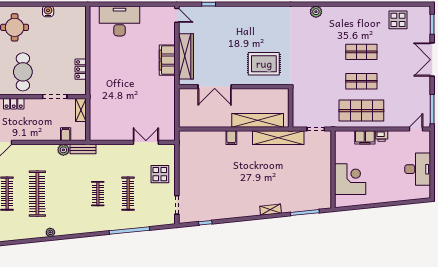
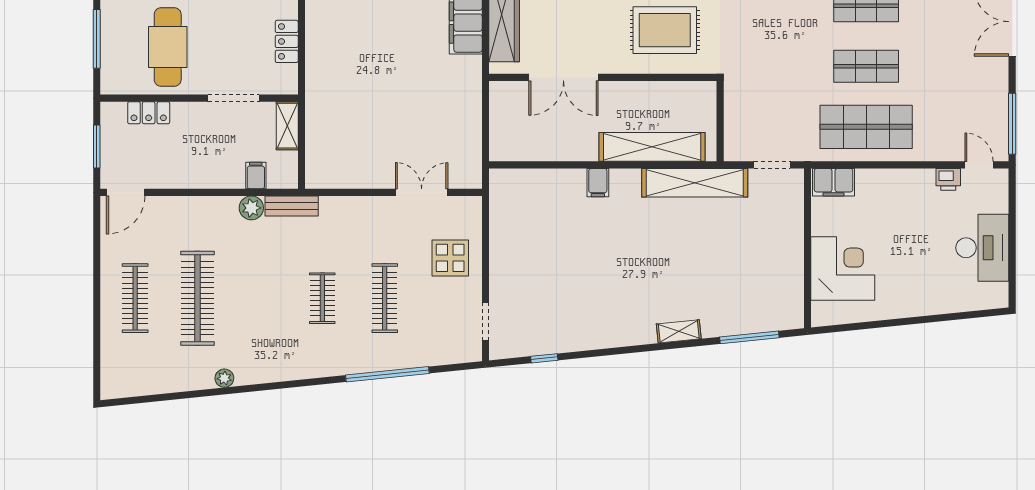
door: (416, 129) -> (979, 165), hinge flipped
printer: (382, 136) -> (948, 179), moved
filing cabinet: (365, 137) -> (834, 182), moved

